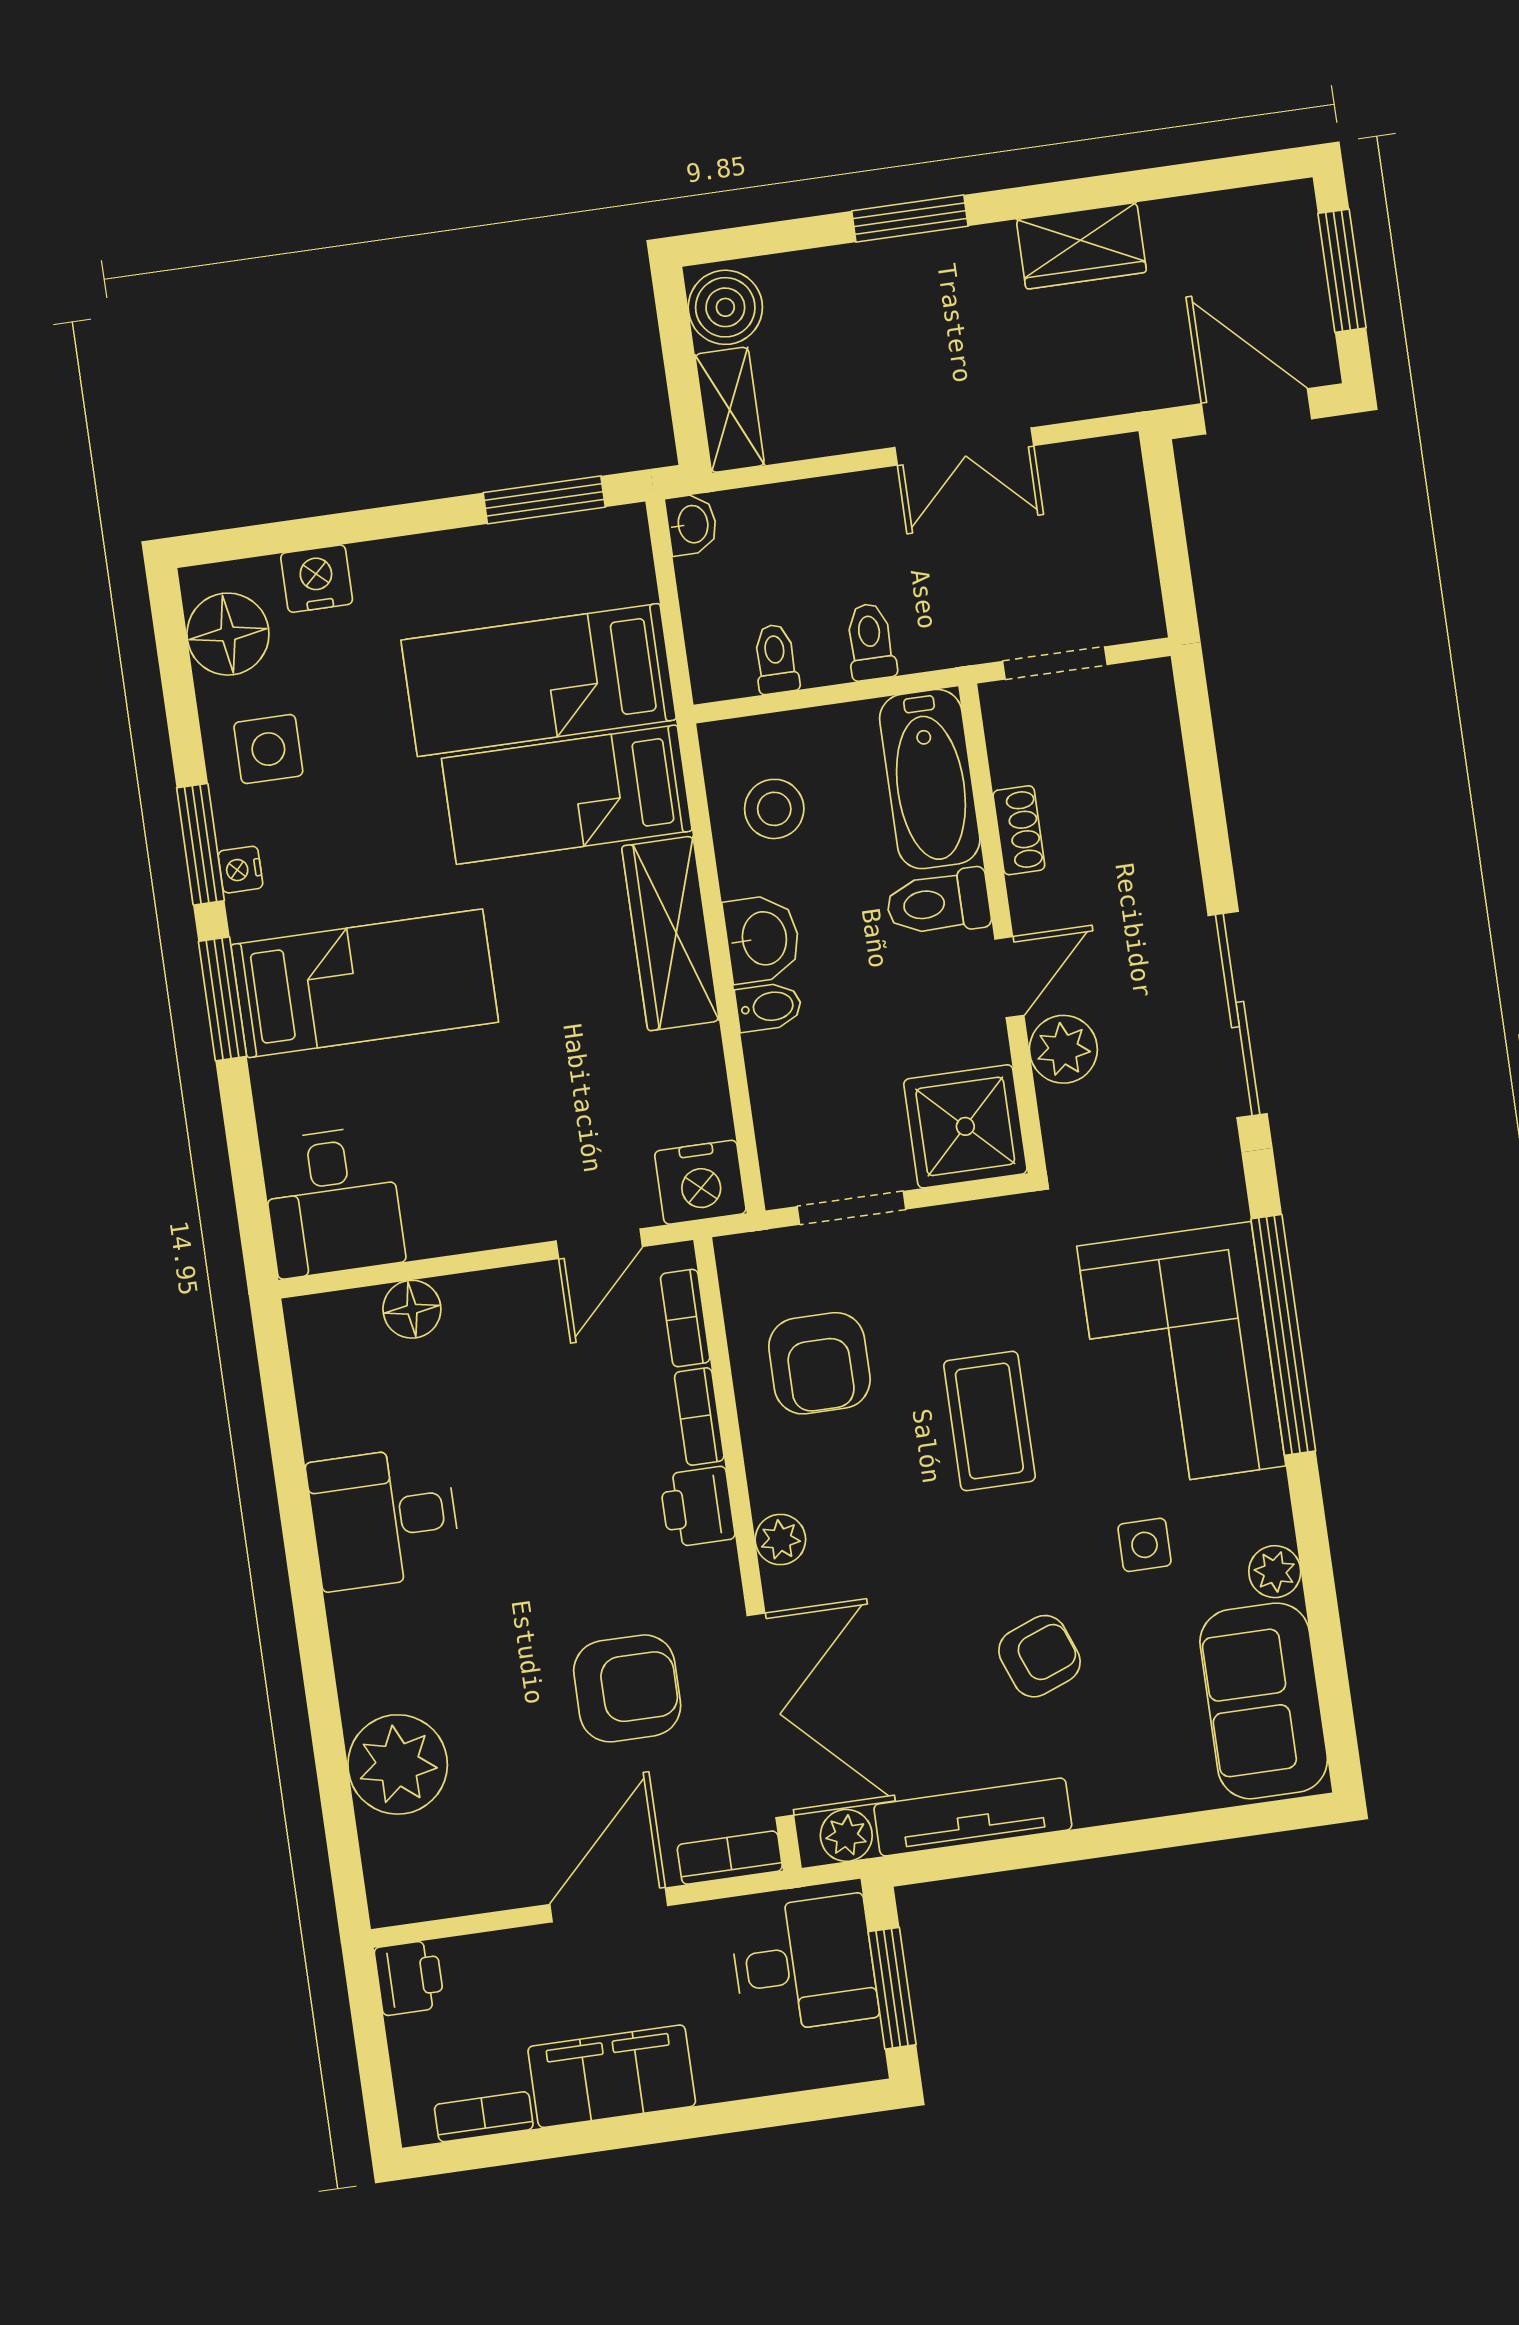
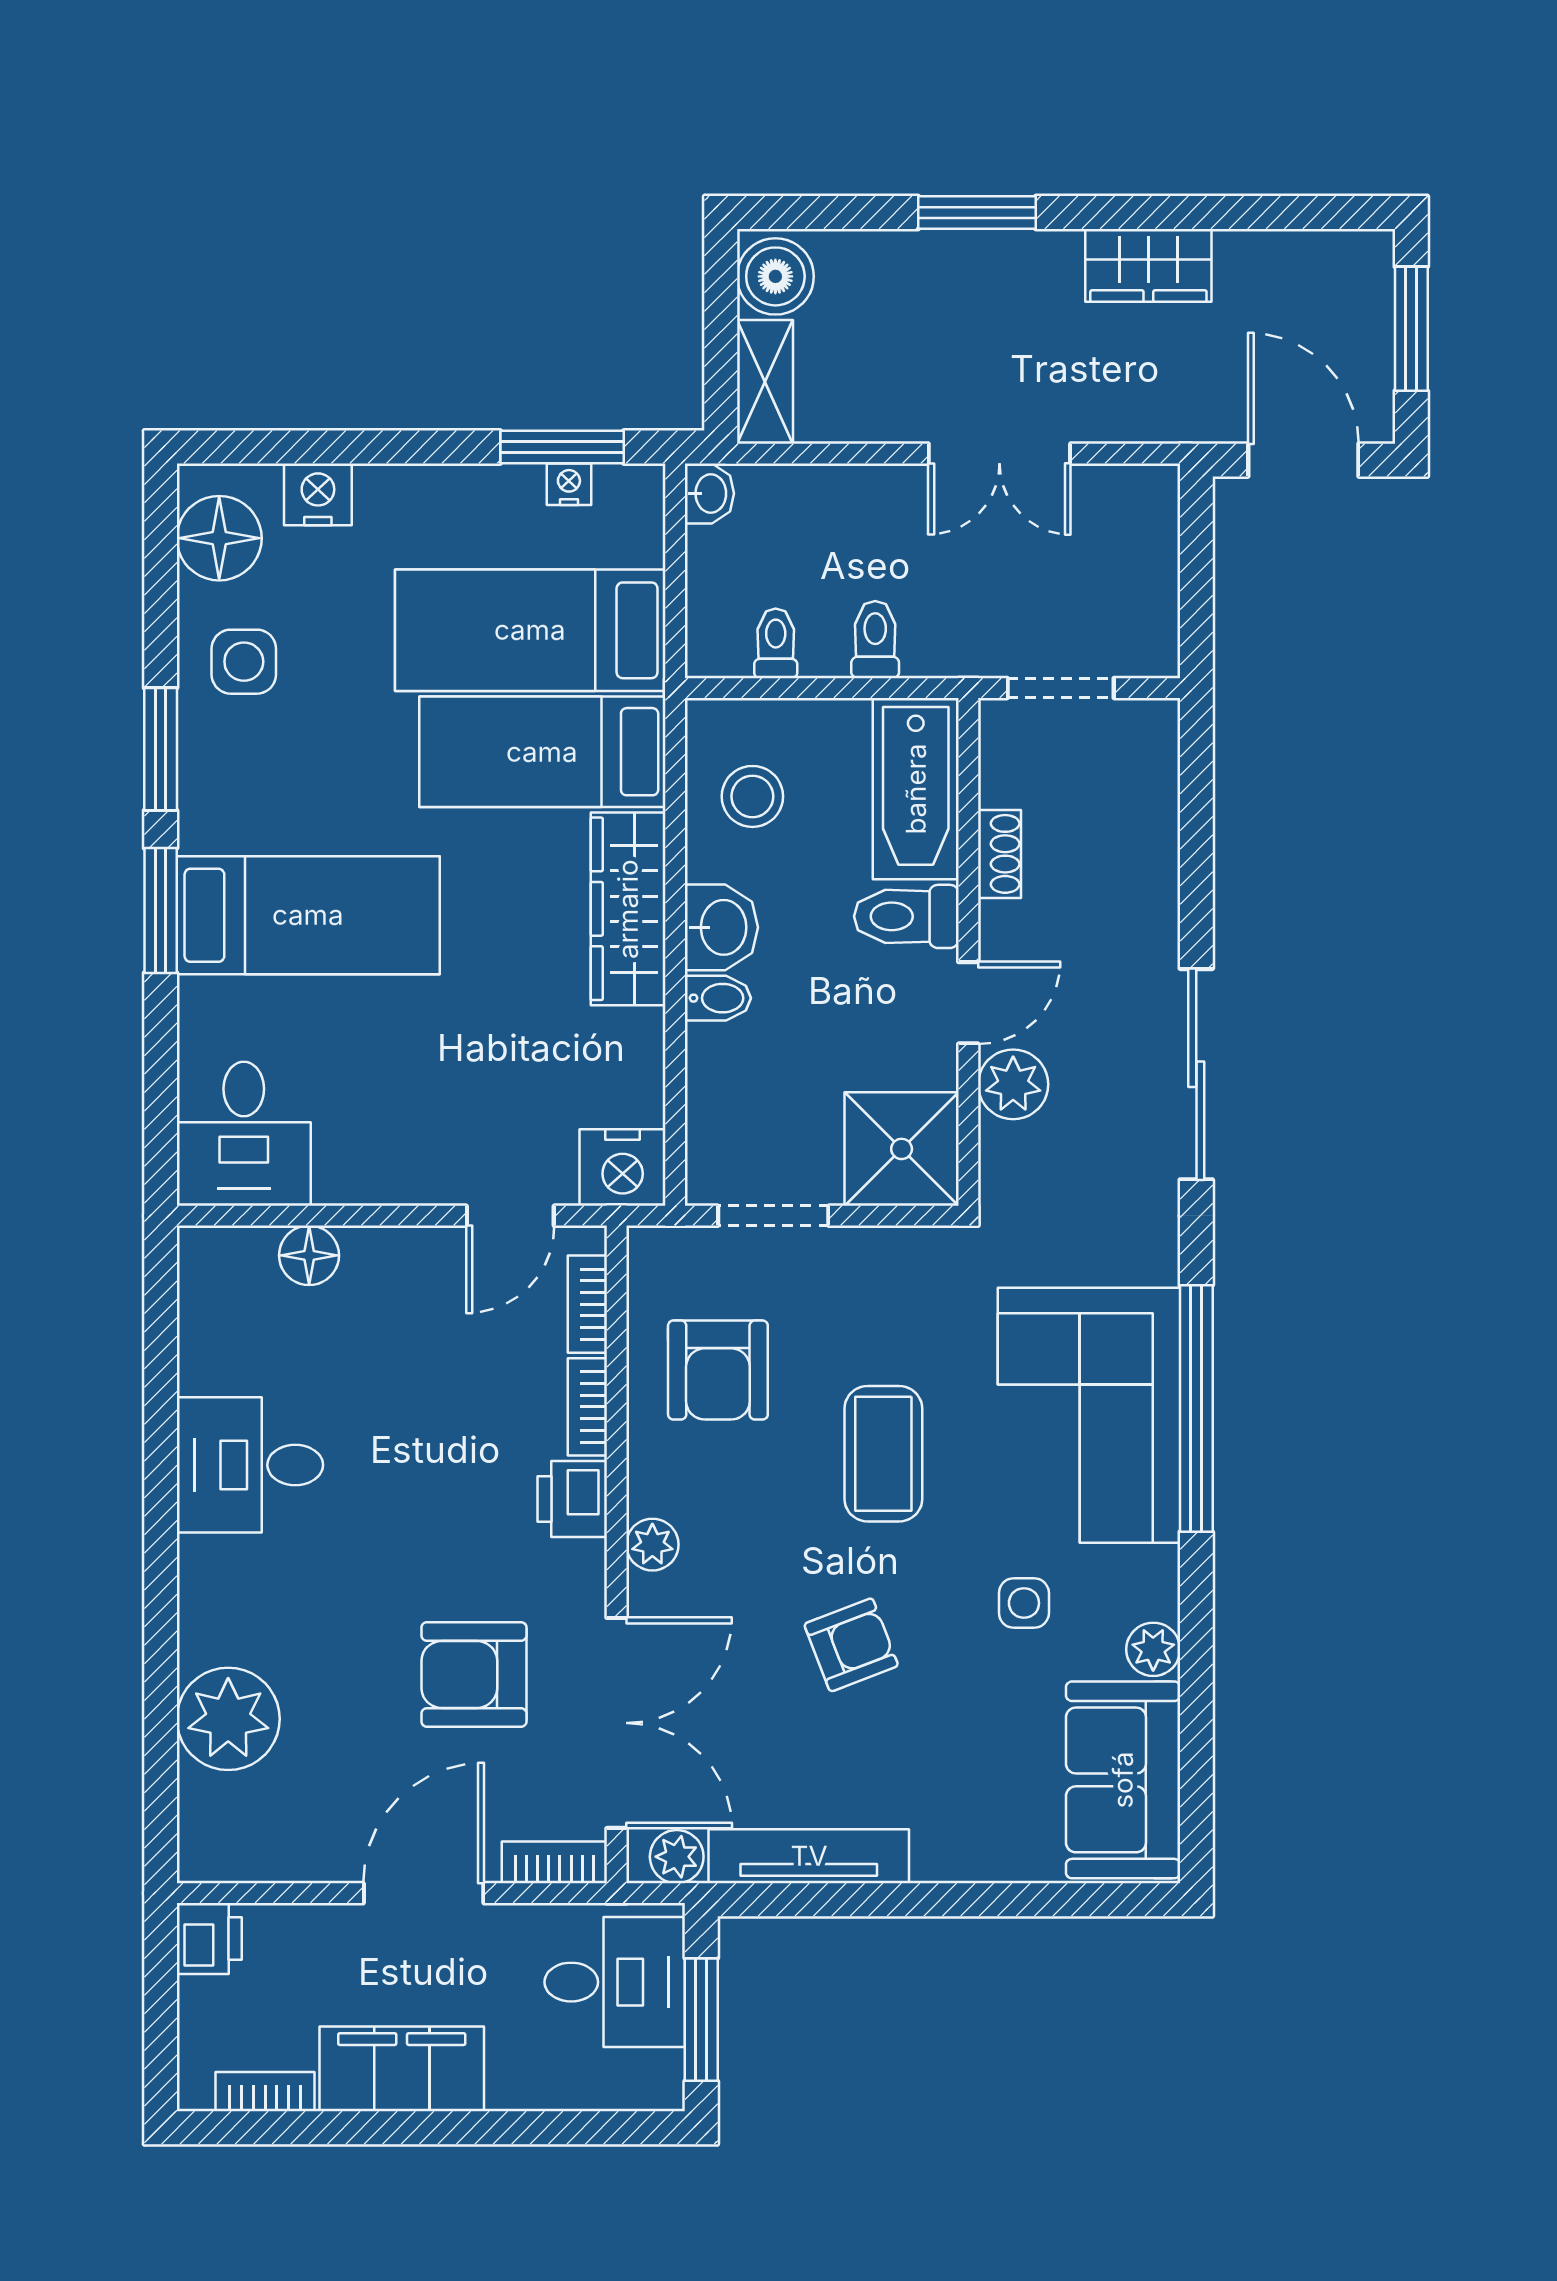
nightstand: (240, 870) -> (569, 484), moved, turned 90
armchair: (1039, 1656) -> (851, 1645), moved
armchair: (627, 1688) -> (474, 1674), turned 180

